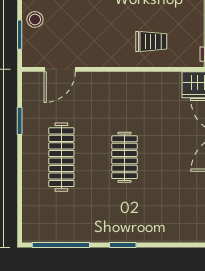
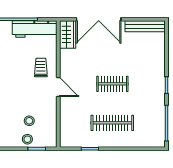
stool: (65, 23) -> (29, 121), added
door: (60, 69) -> (58, 87), moved

